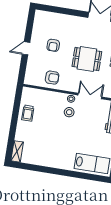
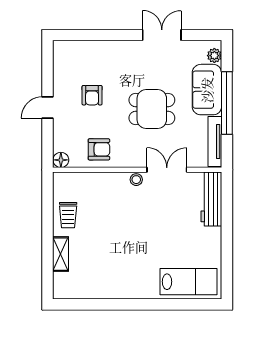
floor lamp: (29, 80) -> (61, 160), added
stool: (69, 112) -> (137, 202), removed
shelving: (17, 151) -> (61, 254), moved

